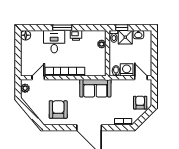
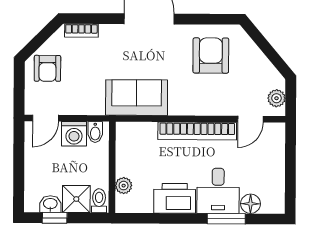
window: (62, 28) -> (226, 219), moved
window: (122, 28) -> (55, 218), moved
floor lamp: (26, 35) -> (251, 204), moved
printer: (76, 35) -> (175, 198), width x1.87, depth x1.48
door: (141, 78) -> (46, 118), hinge flipped
armchair: (58, 109) -> (211, 55), turned 180

